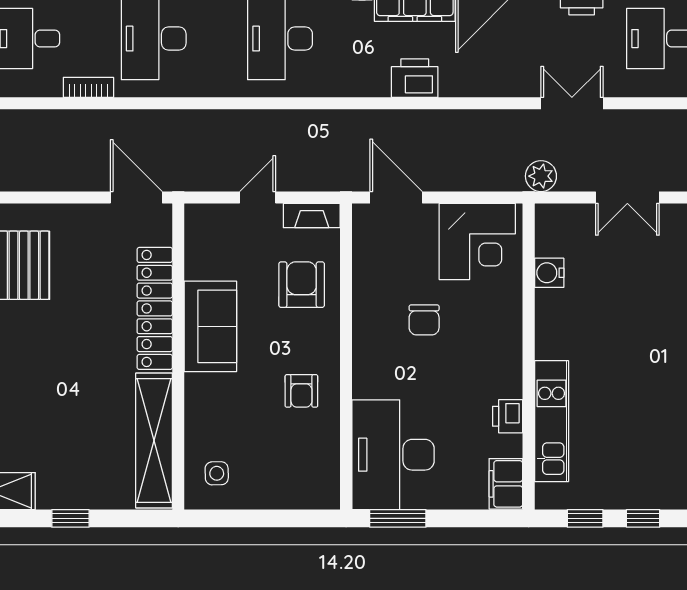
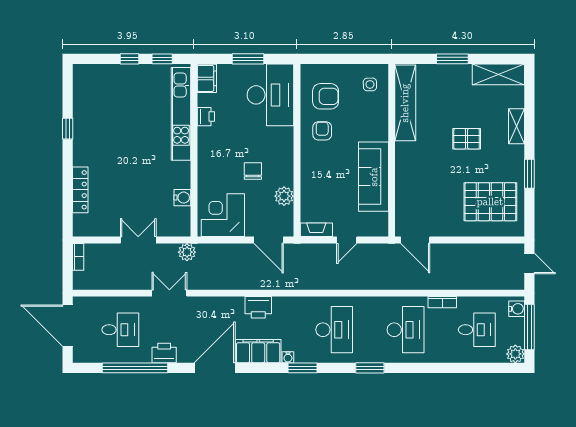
double door: (572, 103) -> (169, 293), swing flipped
plant: (369, 275) -> (284, 196), added
armchair: (302, 285) -> (326, 96), moved, turned -90
locker: (155, 308) -> (405, 177), removed
sofa: (210, 326) -> (374, 177), width x1.36
pallet: (45, 377) -> (467, 139), added
kitchen unit: (552, 421) -> (181, 114), width x1.36
window: (70, 518) -> (452, 59), width x1.50
window: (398, 518) -> (248, 59), moved

